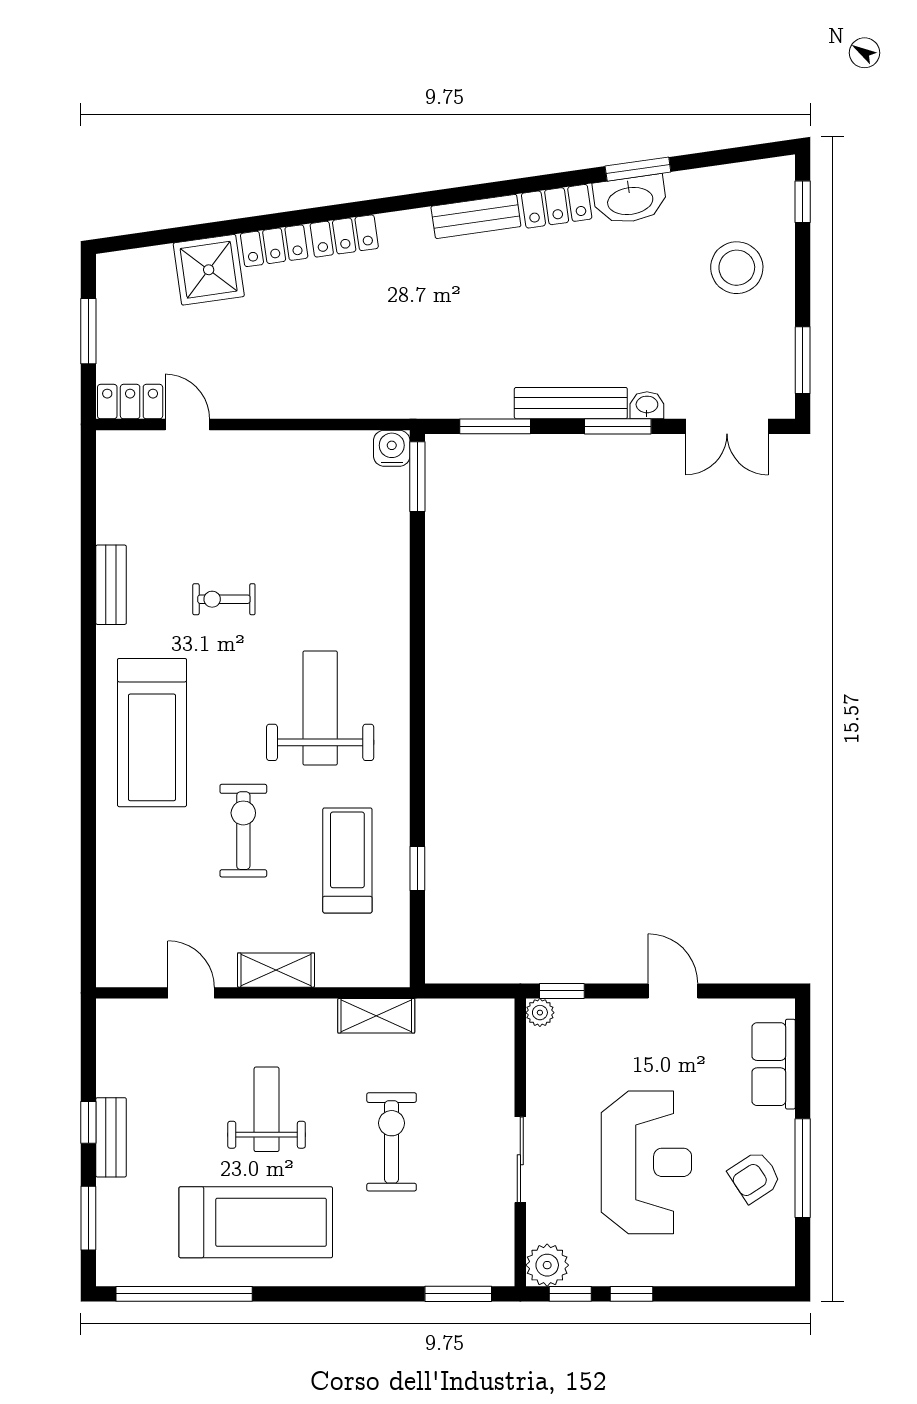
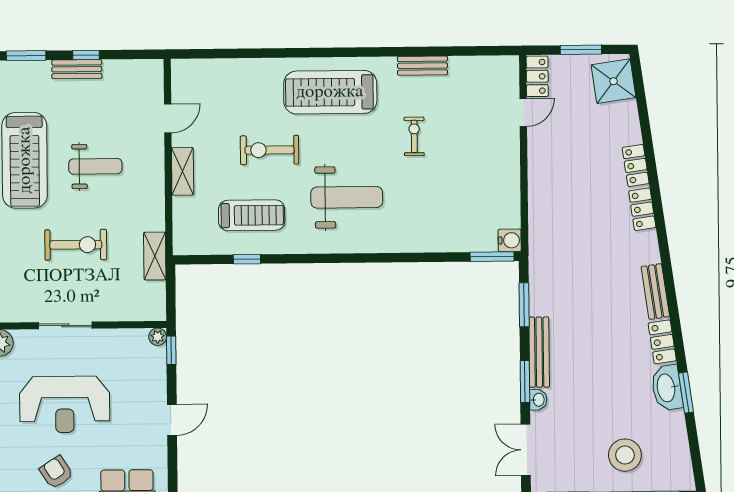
shower: (209, 270) -> (614, 81), moved
exercise bike: (243, 831) -> (270, 150), turned 180
shelving: (376, 1016) -> (155, 256), moved

